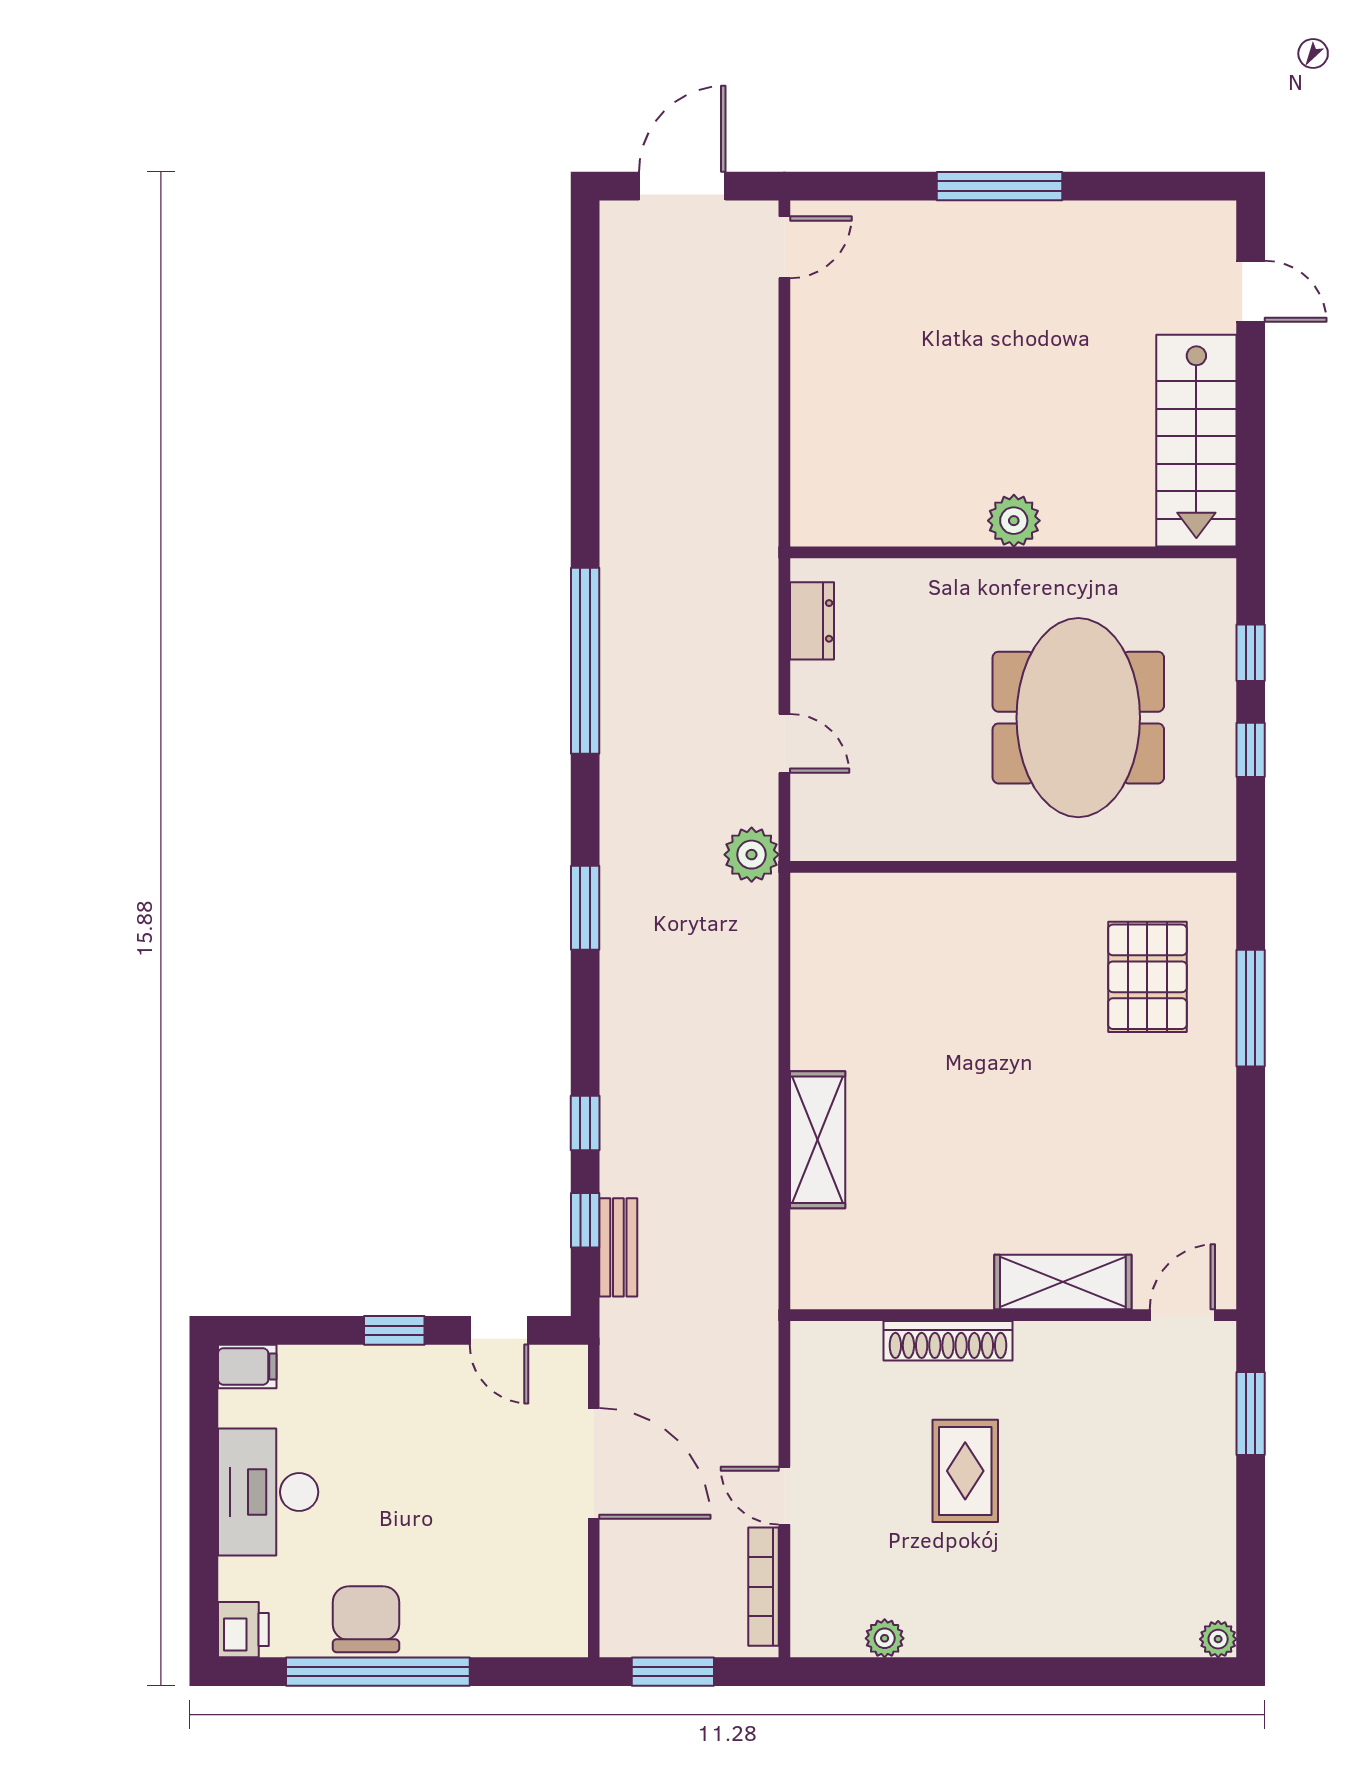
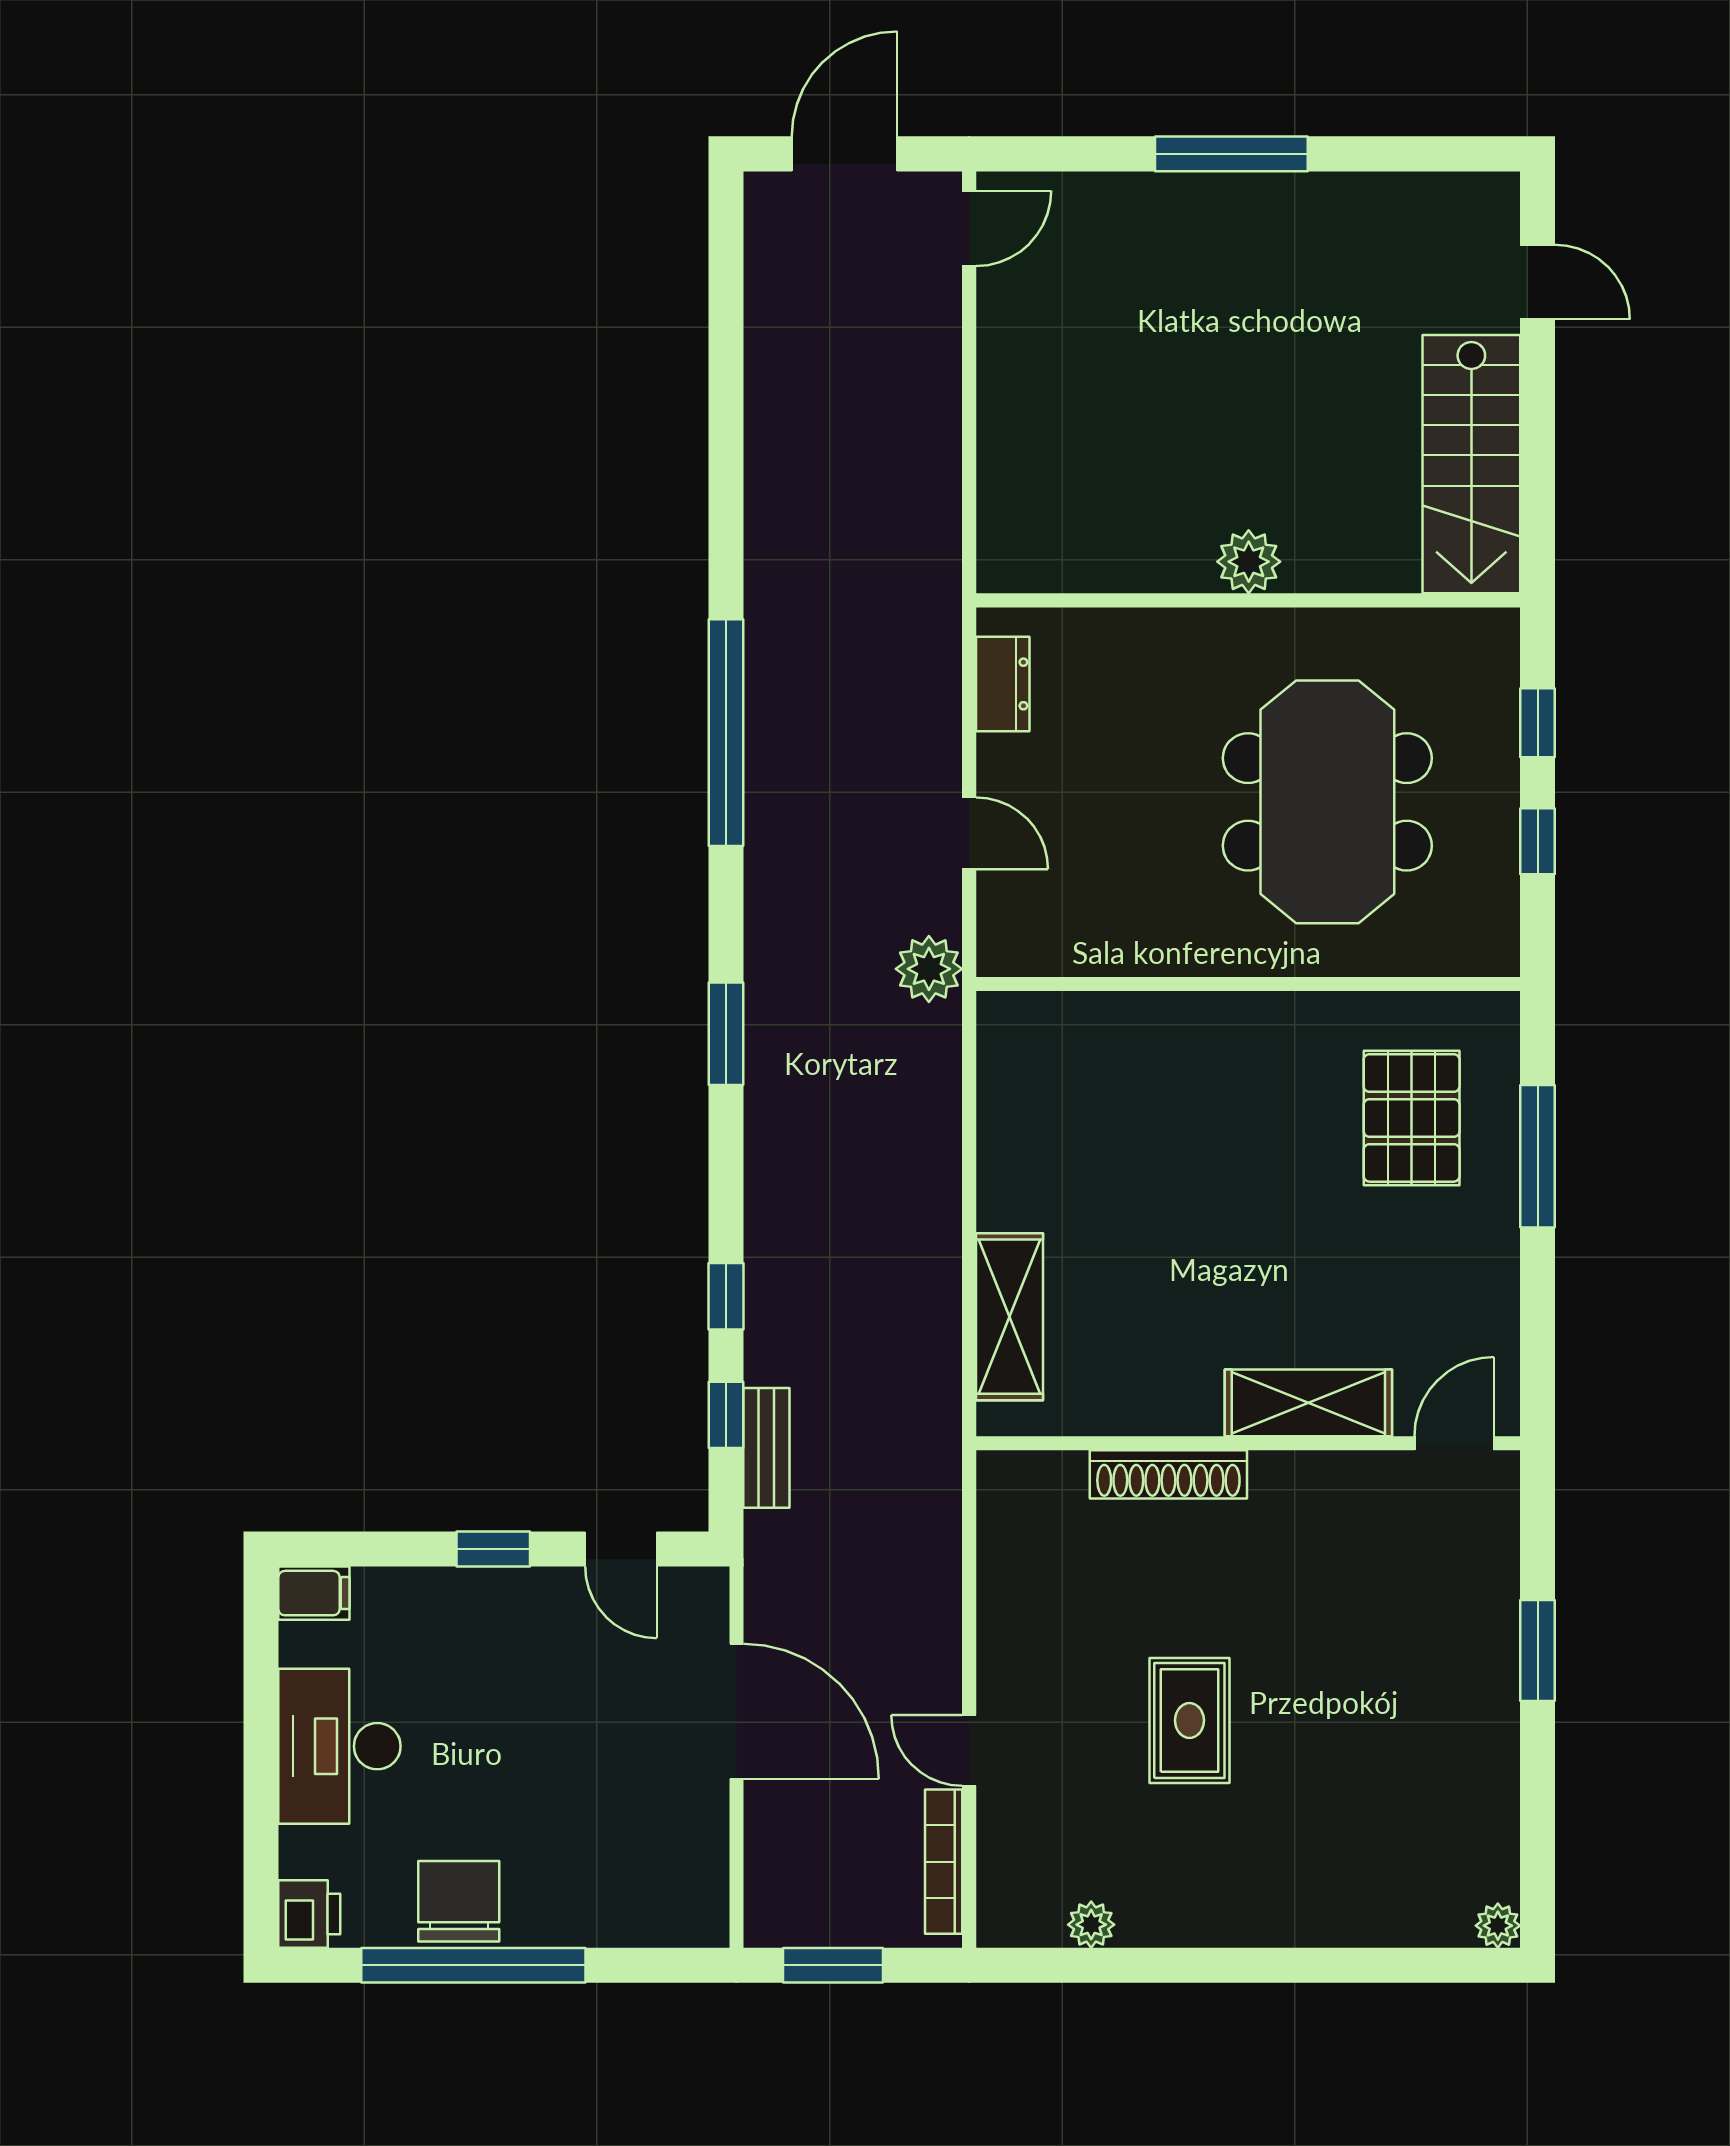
shelving: (1063, 1282) -> (1308, 1403), moved
wall: (1013, 1315) -> (1248, 1443), moved
door: (1182, 1315) -> (1454, 1443), moved
shoe rack: (948, 1341) -> (1168, 1474), moved

